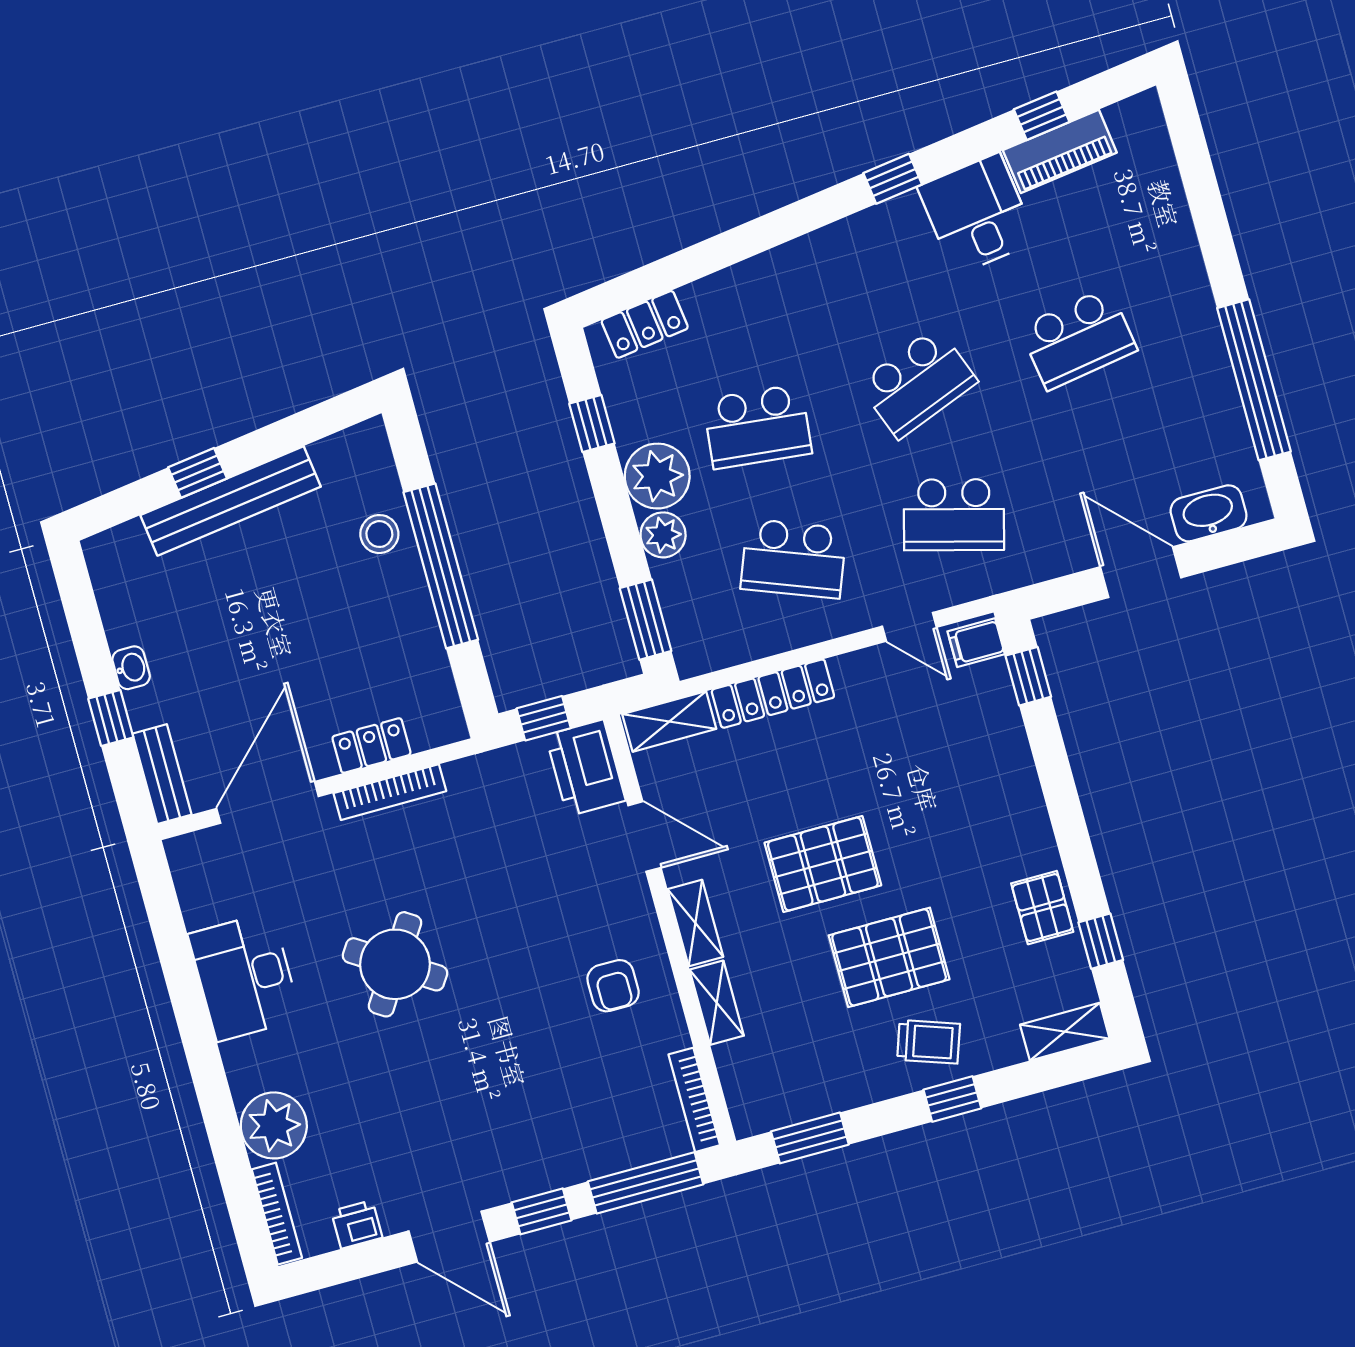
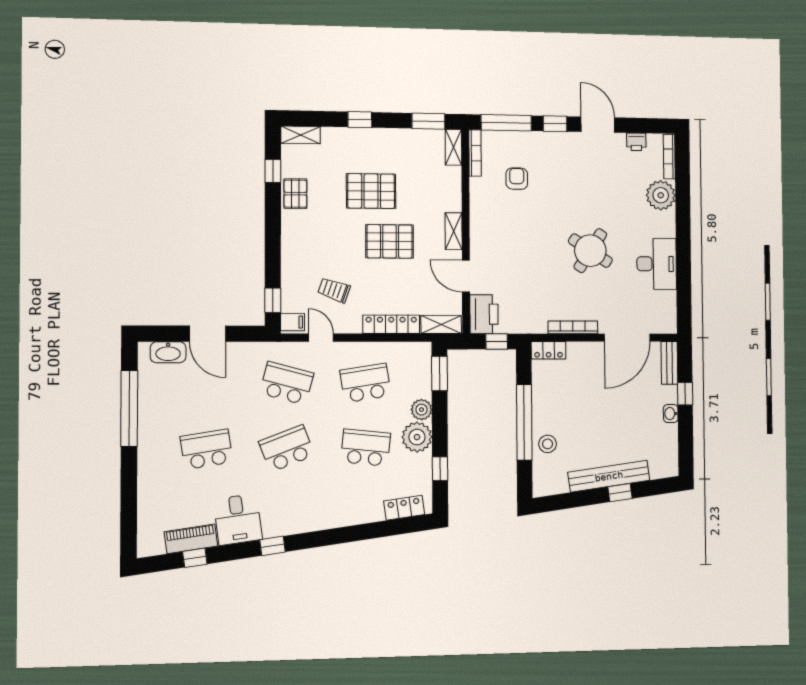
school desk: (793, 559) -> (365, 383), turned -30
locker: (371, 746) -> (549, 350), moved
armchair: (613, 986) -> (517, 179), moved
shelving: (717, 1003) -> (453, 147), moved
trolley: (929, 1042) -> (334, 290), moved

